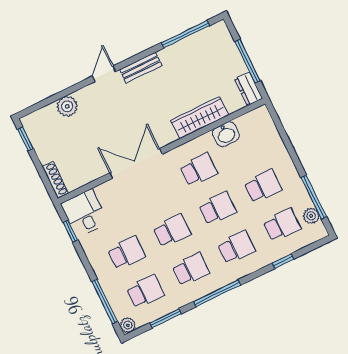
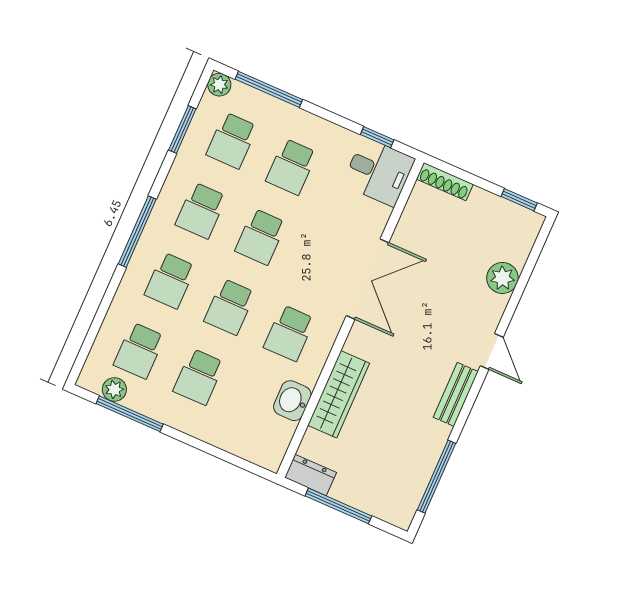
window: (283, 261) -> (103, 310), removed
window: (217, 293) -> (137, 232), moved

